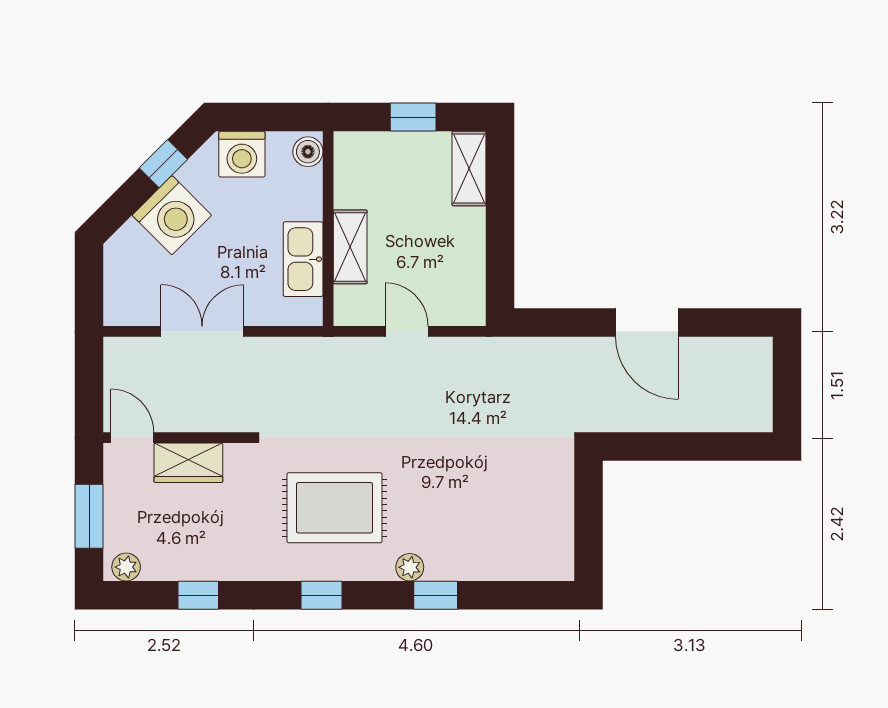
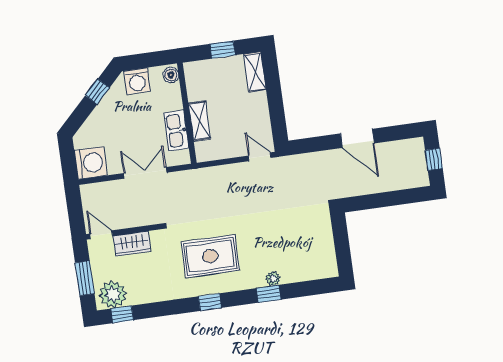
washing machine: (172, 215) -> (91, 163), moved, turned -45
double door: (202, 331) -> (145, 173), moved
door: (407, 331) -> (260, 157), moved
window: (787, 383) -> (434, 159), added
plant: (126, 567) -> (113, 294), width x1.87, depth x1.87
plant: (410, 567) -> (273, 279), moved
window: (198, 595) -> (122, 314), moved

